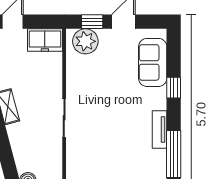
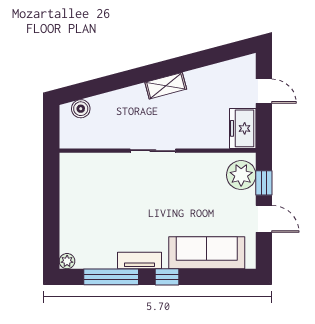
sofa: (153, 62) -> (207, 253), width x1.36
window: (174, 88) -> (167, 277), moved

